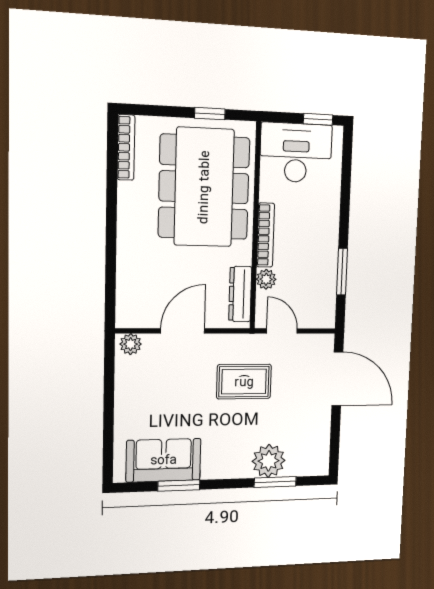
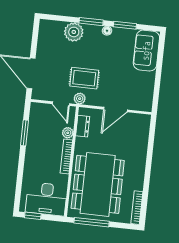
window: (210, 114) -> (92, 222), width x2.17
dresser: (240, 294) -> (83, 126), width x0.70
plant: (131, 344) -> (80, 99), moved
sofa: (164, 460) -> (146, 51), moved, turned 90
floor lamp: (210, 471) -> (107, 31), added
window: (275, 482) -> (91, 22), moved

